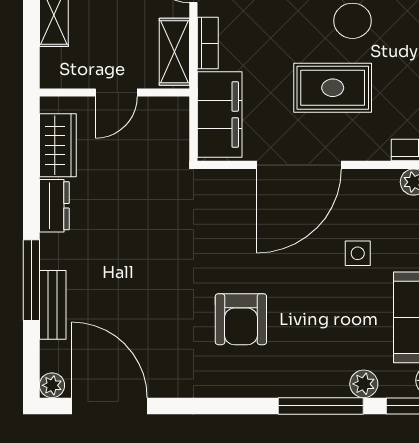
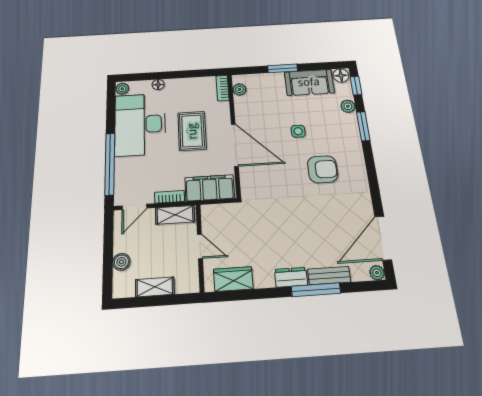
dresser: (54, 206) -> (291, 277), moved
side table: (358, 253) -> (298, 131), moved
window: (321, 406) -> (363, 126), width x0.69

